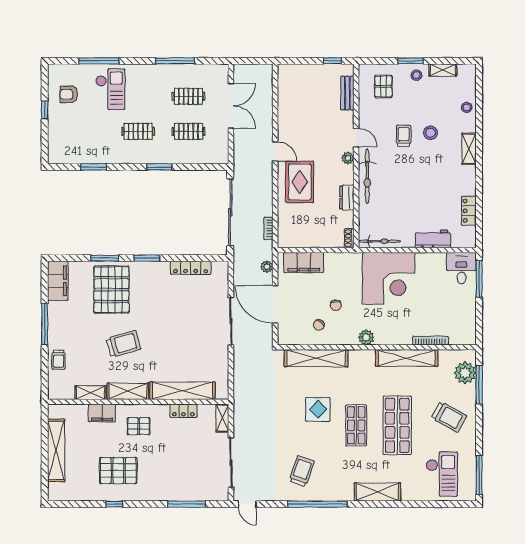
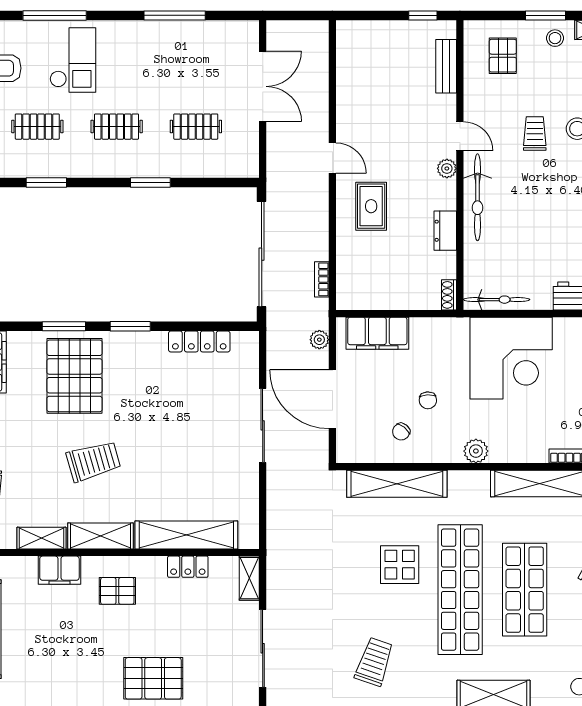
clothes rail: (188, 96) -> (37, 127), moved
rug: (300, 182) -> (371, 206), width x0.73, depth x0.70
shop shelf: (356, 425) -> (460, 590), width x2.00, depth x1.36
pallet: (118, 471) -> (153, 678), moved

